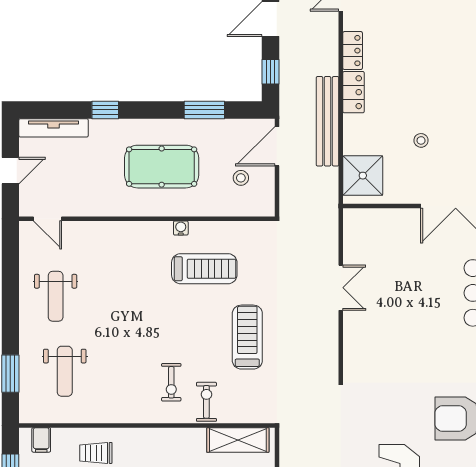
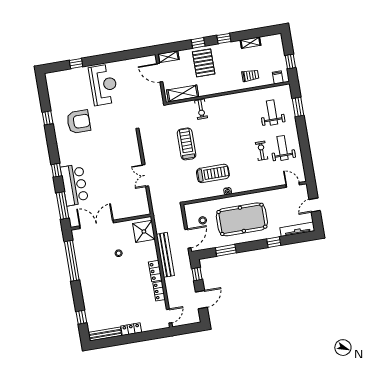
pool table: (162, 167) -> (242, 219), width x1.36, depth x1.32
treadmill: (204, 269) -> (213, 173), turned 180
treadmill: (247, 337) -> (187, 144), turned 180
exercise bike: (171, 382) -> (262, 151), moved

